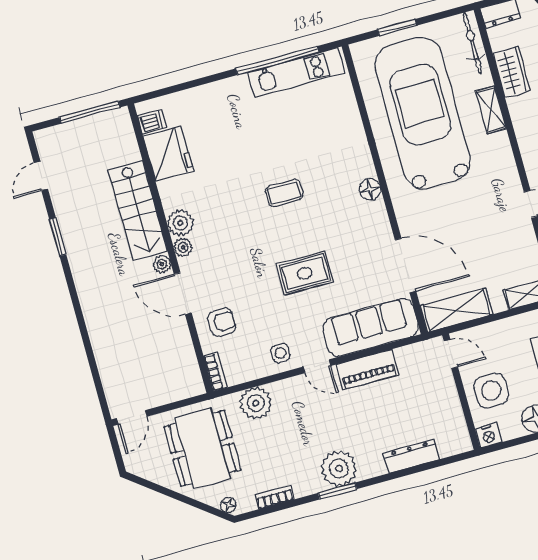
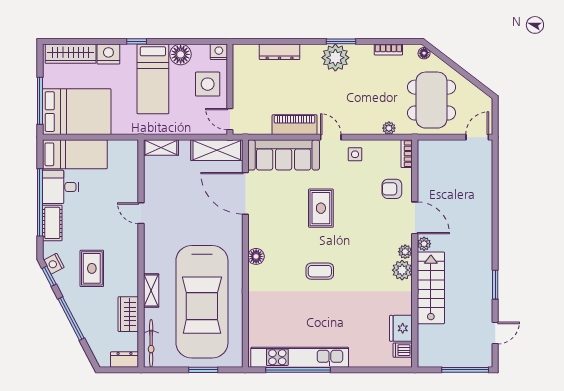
kitchen unit: (296, 73) -> (300, 357), width x1.36
window: (90, 112) -> (465, 370), moved
fridge: (168, 154) -> (401, 328), width x0.73, depth x0.75
rug: (305, 273) -> (321, 208), turned 90
plant: (256, 403) -> (389, 128), width x0.53, depth x0.53

